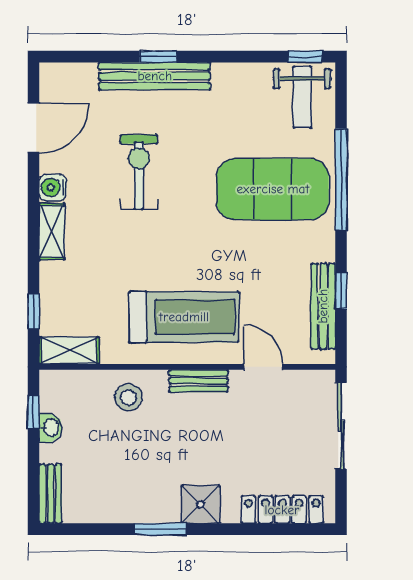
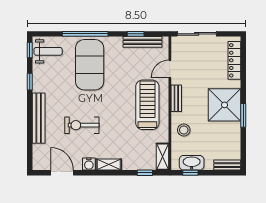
window: (158, 57) -> (30, 82), moved
washbasin: (51, 428) -> (192, 163), width x1.91, depth x1.45
shower: (200, 504) -> (225, 105), width x1.86, depth x1.86

